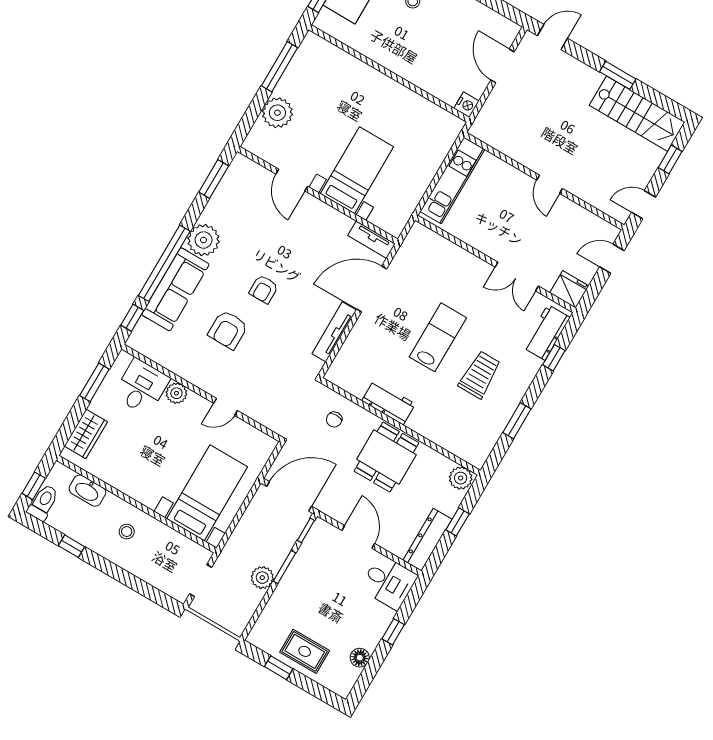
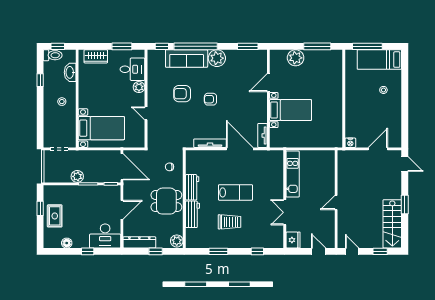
kitchen unit: (452, 180) -> (293, 174), moved, turned -90
workbench: (546, 333) -> (192, 214), moved, turned 90
desk: (389, 582) -> (105, 236), width x1.37

